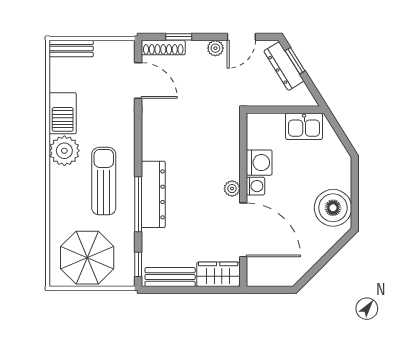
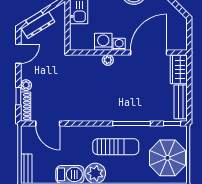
door: (241, 37) -> (18, 54), hinge flipped
plant: (215, 48) -> (26, 85), moved
door: (138, 80) -> (48, 123), swing flipped
sun lounger: (104, 181) -> (116, 147), turned 180
plant: (232, 189) -> (108, 60), moved
dresser: (153, 194) -> (125, 113), removed

